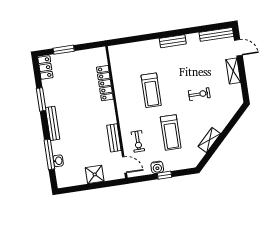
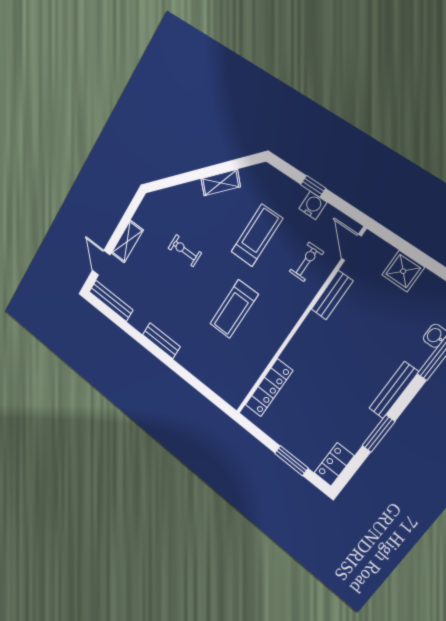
locker: (105, 83) -> (269, 388), moved
treadmill: (151, 90) -> (234, 309), turned 180

